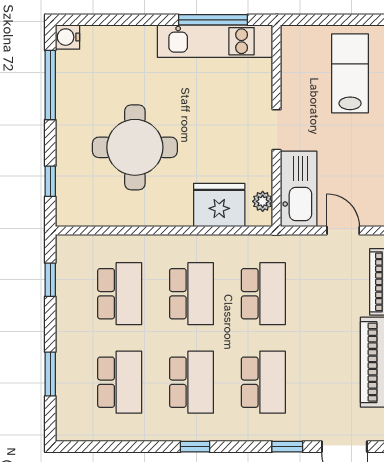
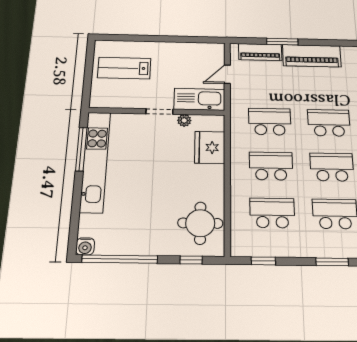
kitchen unit: (215, 41) -> (95, 161), width x1.36
window: (50, 85) -> (120, 259), width x1.46
round table: (135, 147) -> (200, 223), moved, width x0.73, depth x0.73
plant: (263, 201) -> (184, 120), moved

